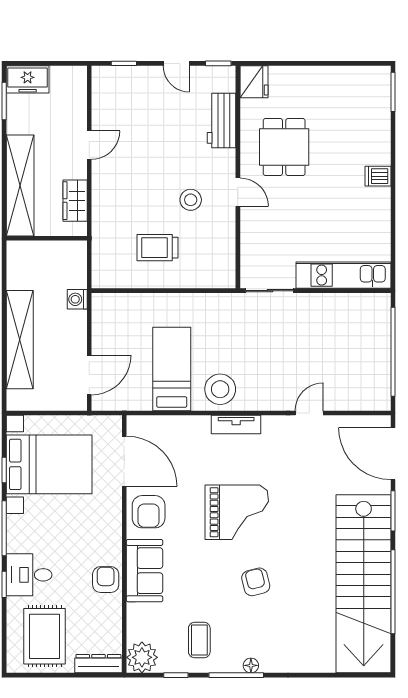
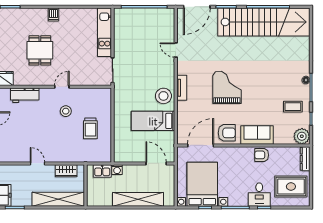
dining table: (284, 147) -> (40, 50), moved, turned 90
kitchen sink: (75, 270) -> (102, 171), added
armchair: (256, 582) -> (263, 78), removed

